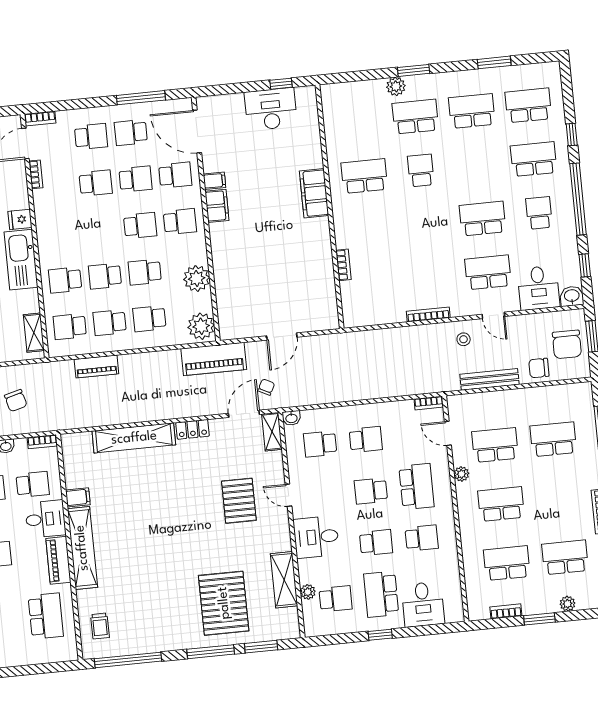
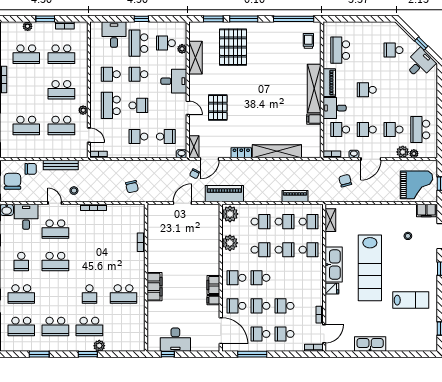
school desk: (131, 133) -> (260, 334), turned 180
chair: (368, 355) -> (132, 187), added
school desk: (381, 594) -> (138, 43), turned 180

